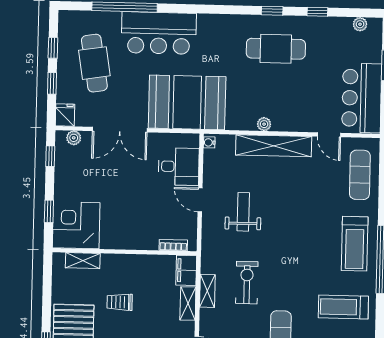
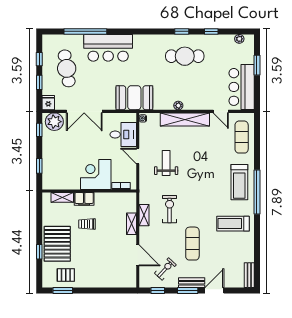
booth: (187, 102) -> (134, 98), width x0.73, depth x0.70
plant: (74, 138) -> (54, 122), width x1.88, depth x1.88
corner desk: (76, 225) -> (96, 174), moved
filing cabinet: (186, 270) -> (84, 199), moved, turned -90

